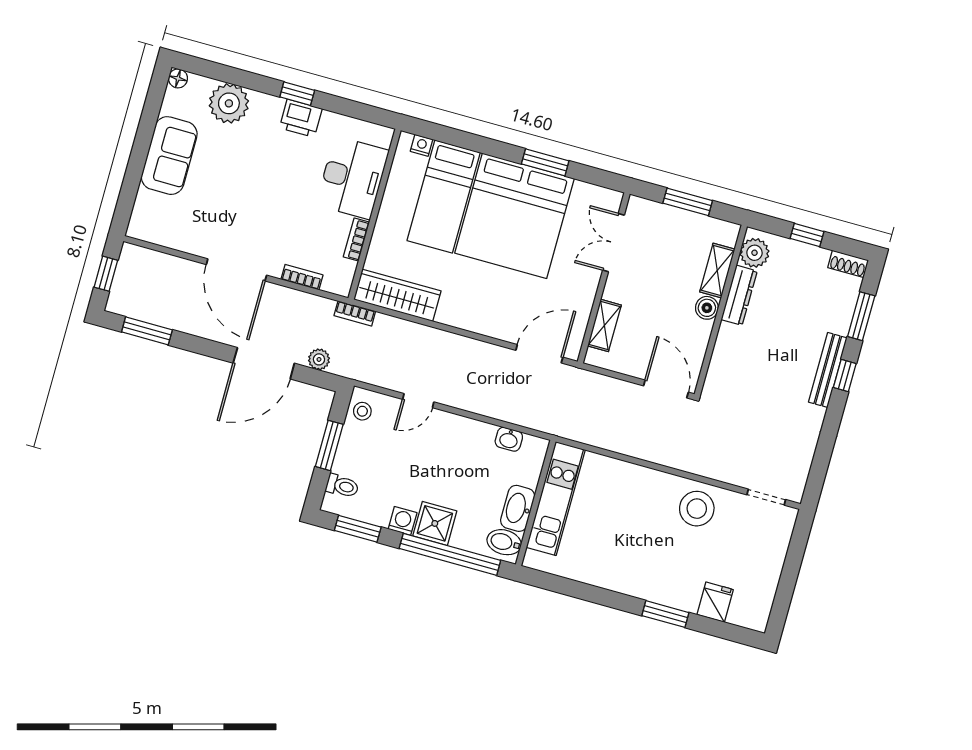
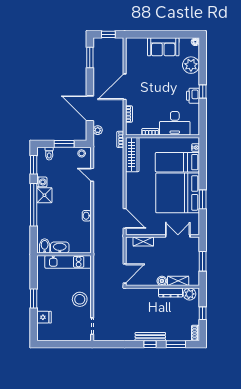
kitchen unit: (556, 499) -> (68, 262), moved
wall: (536, 503) -> (64, 254), moved
washbasin: (518, 508) -> (60, 248), moved
bidet: (504, 542) -> (45, 246), moved

